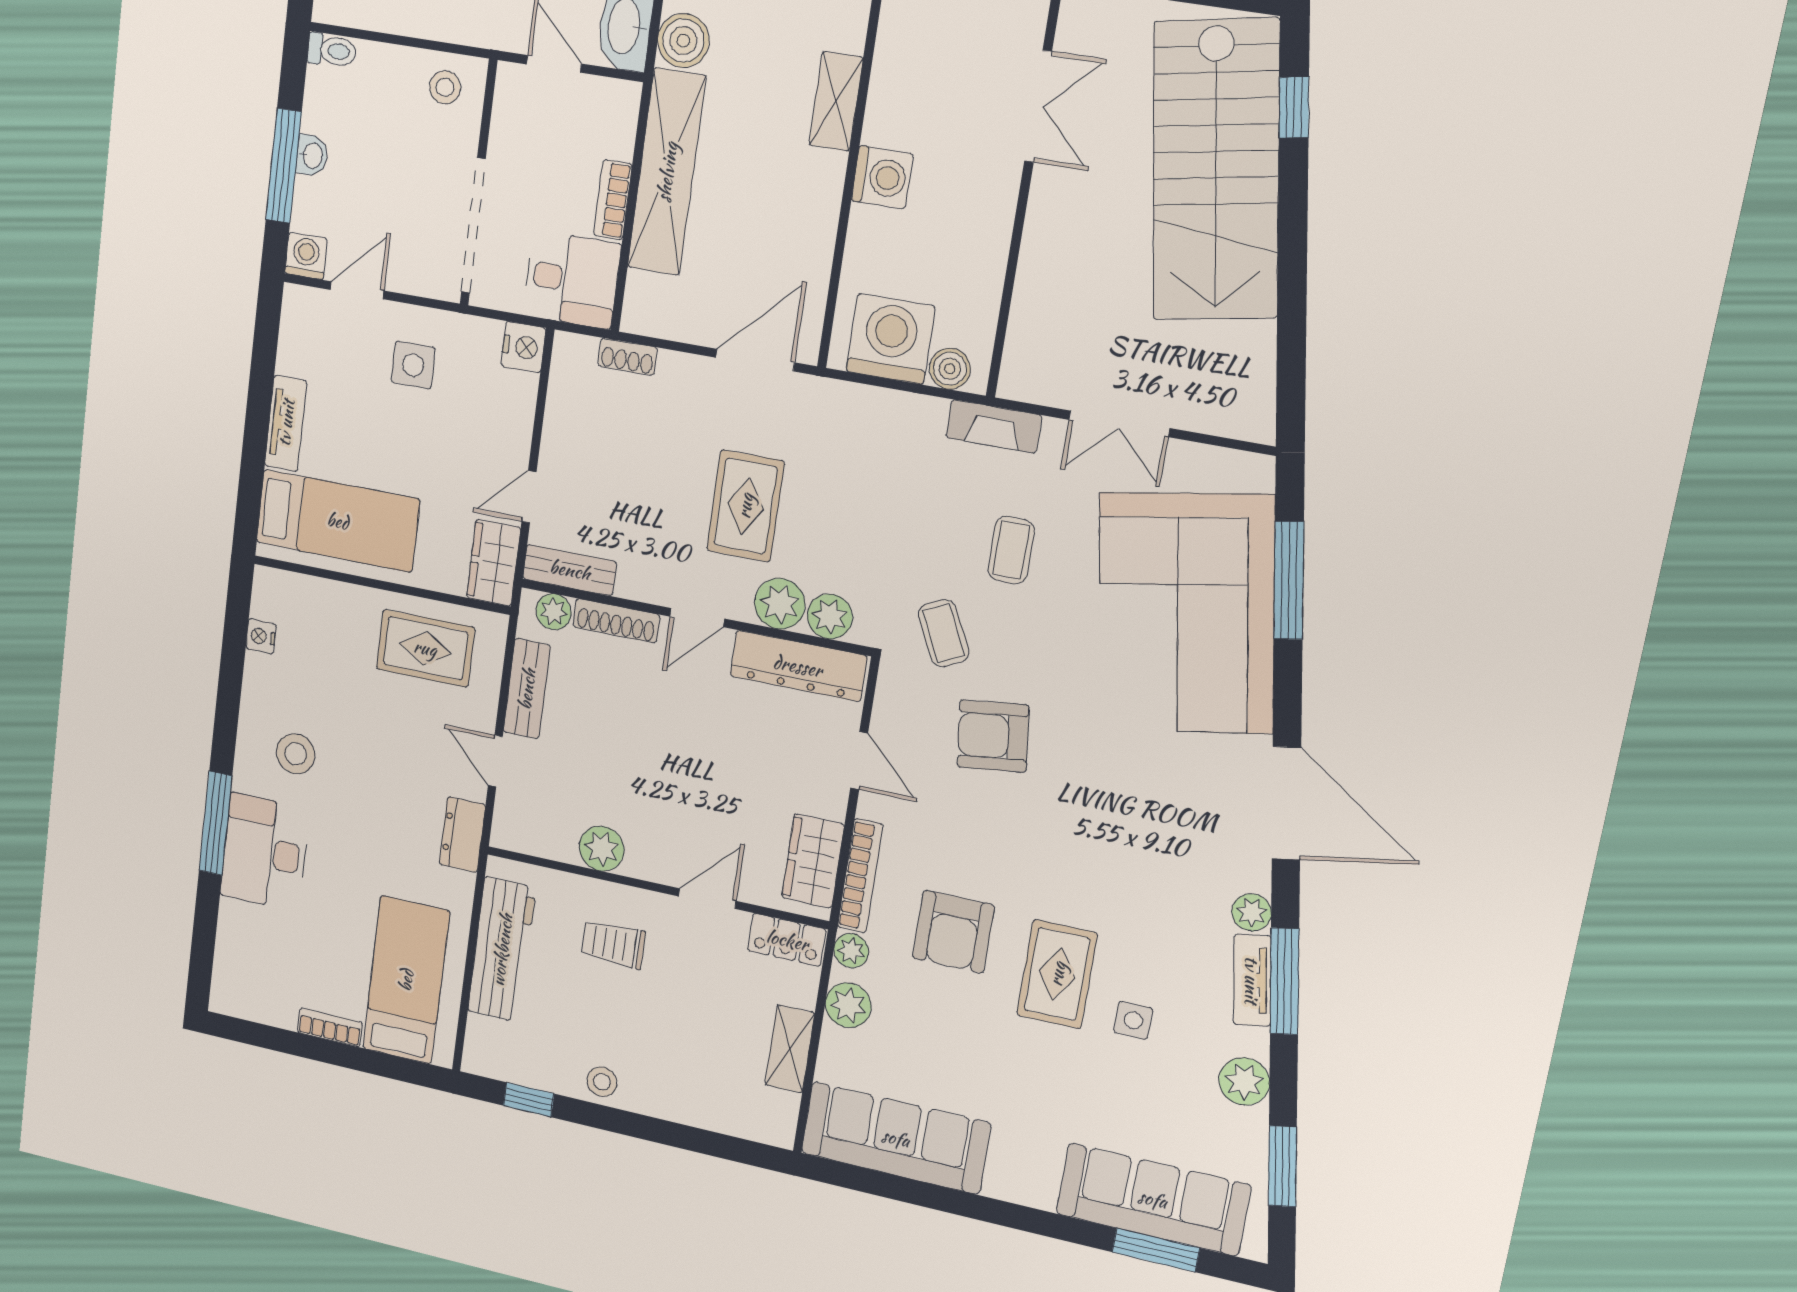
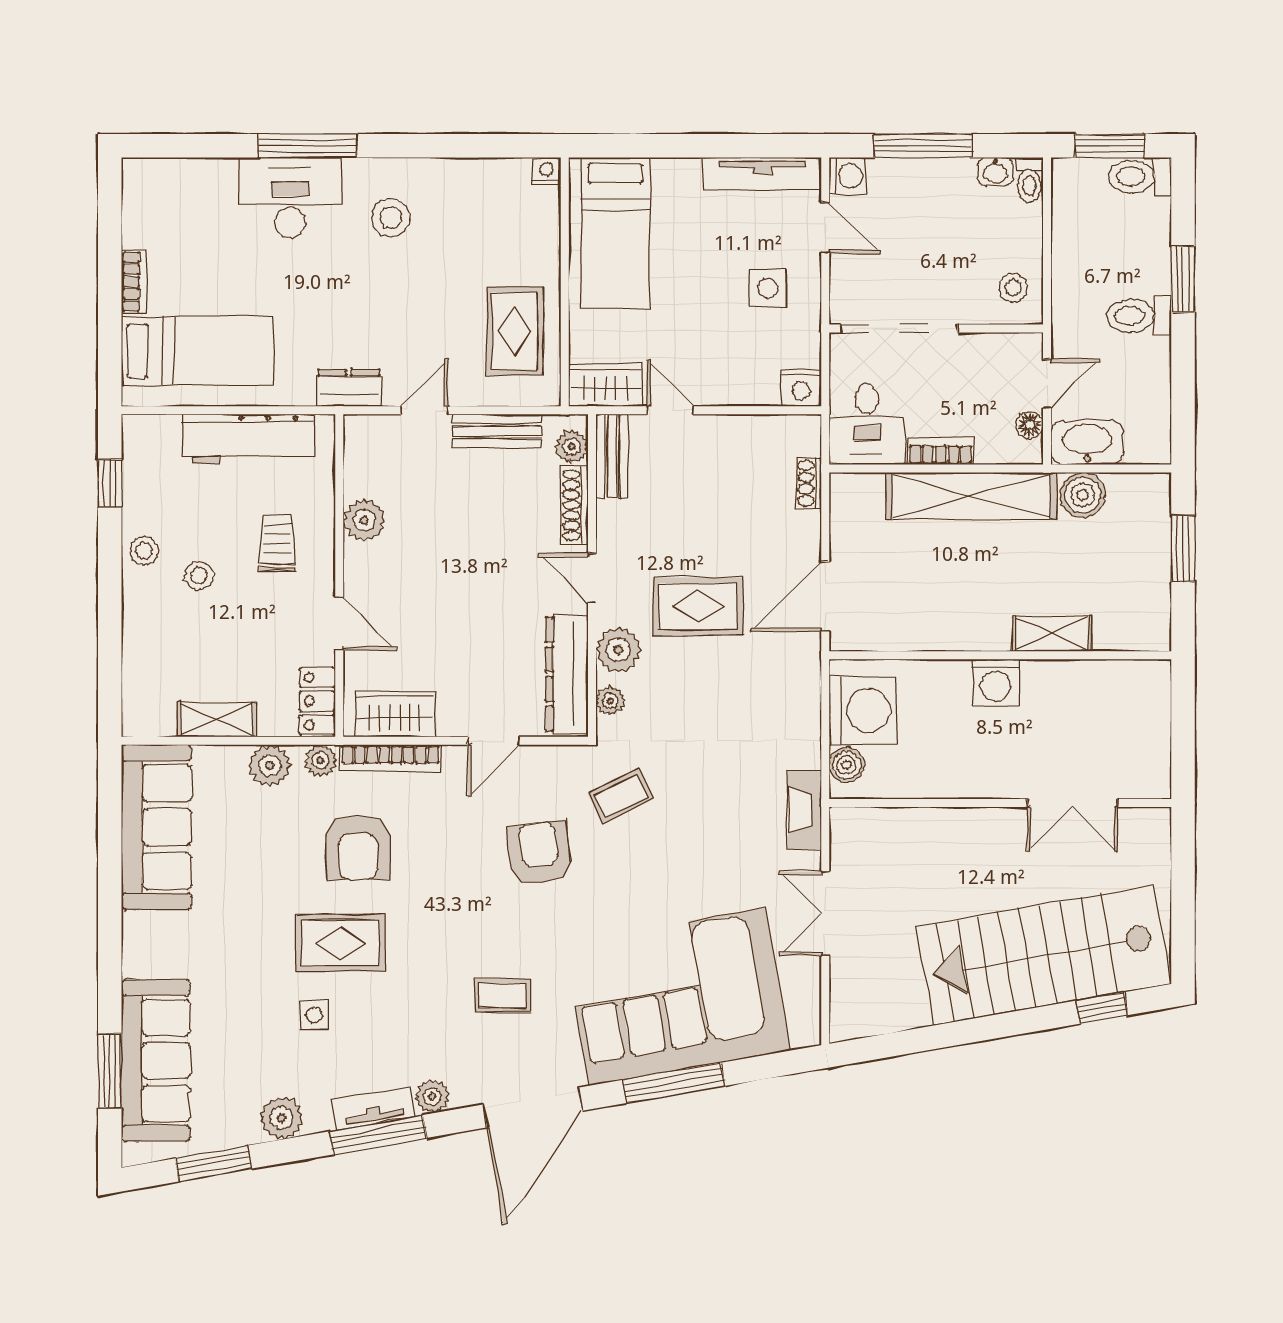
floor lamp: (597, 91) -> (1029, 425), added
washbasin: (312, 155) -> (995, 172), moved
door: (755, 360) -> (825, 596), swing flipped
tv unit: (286, 423) -> (762, 173), moved, width x1.41
coffee table: (1011, 550) -> (502, 996), moved
window: (1289, 581) -> (674, 1083), moved
plant: (830, 616) -> (610, 701), width x0.73, depth x0.73
nightstand: (261, 636) -> (546, 171), moved
armchair: (953, 932) -> (358, 847), turned -90
stool: (635, 1032) -> (199, 575), added

